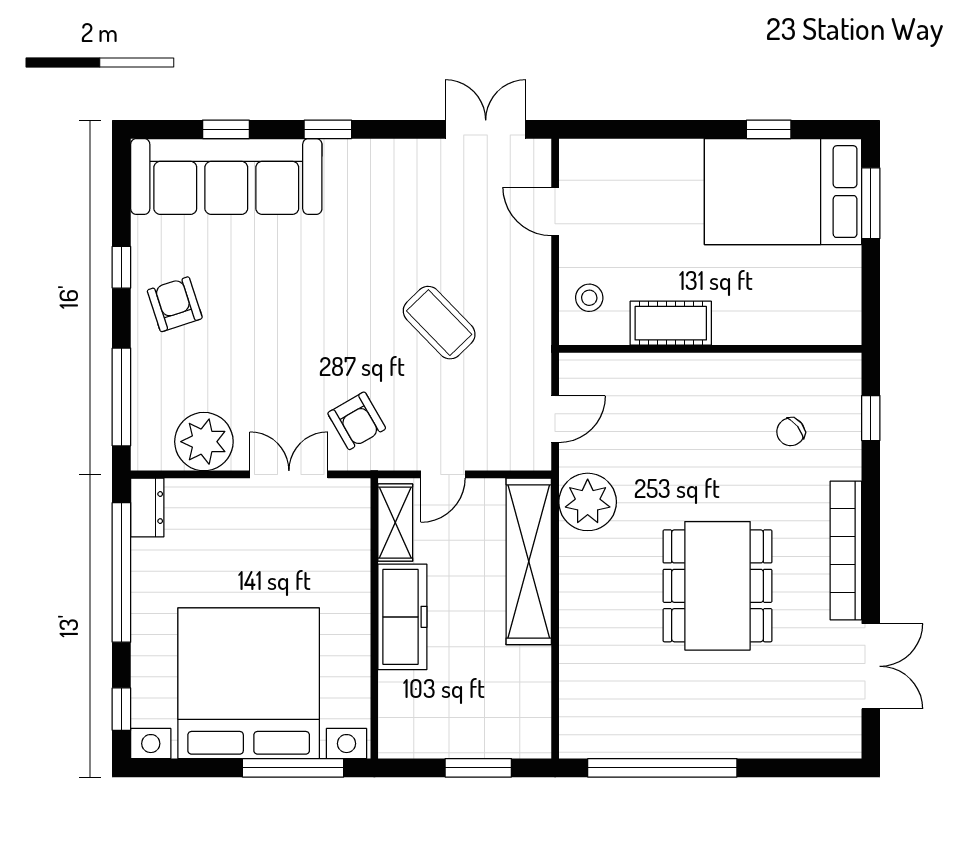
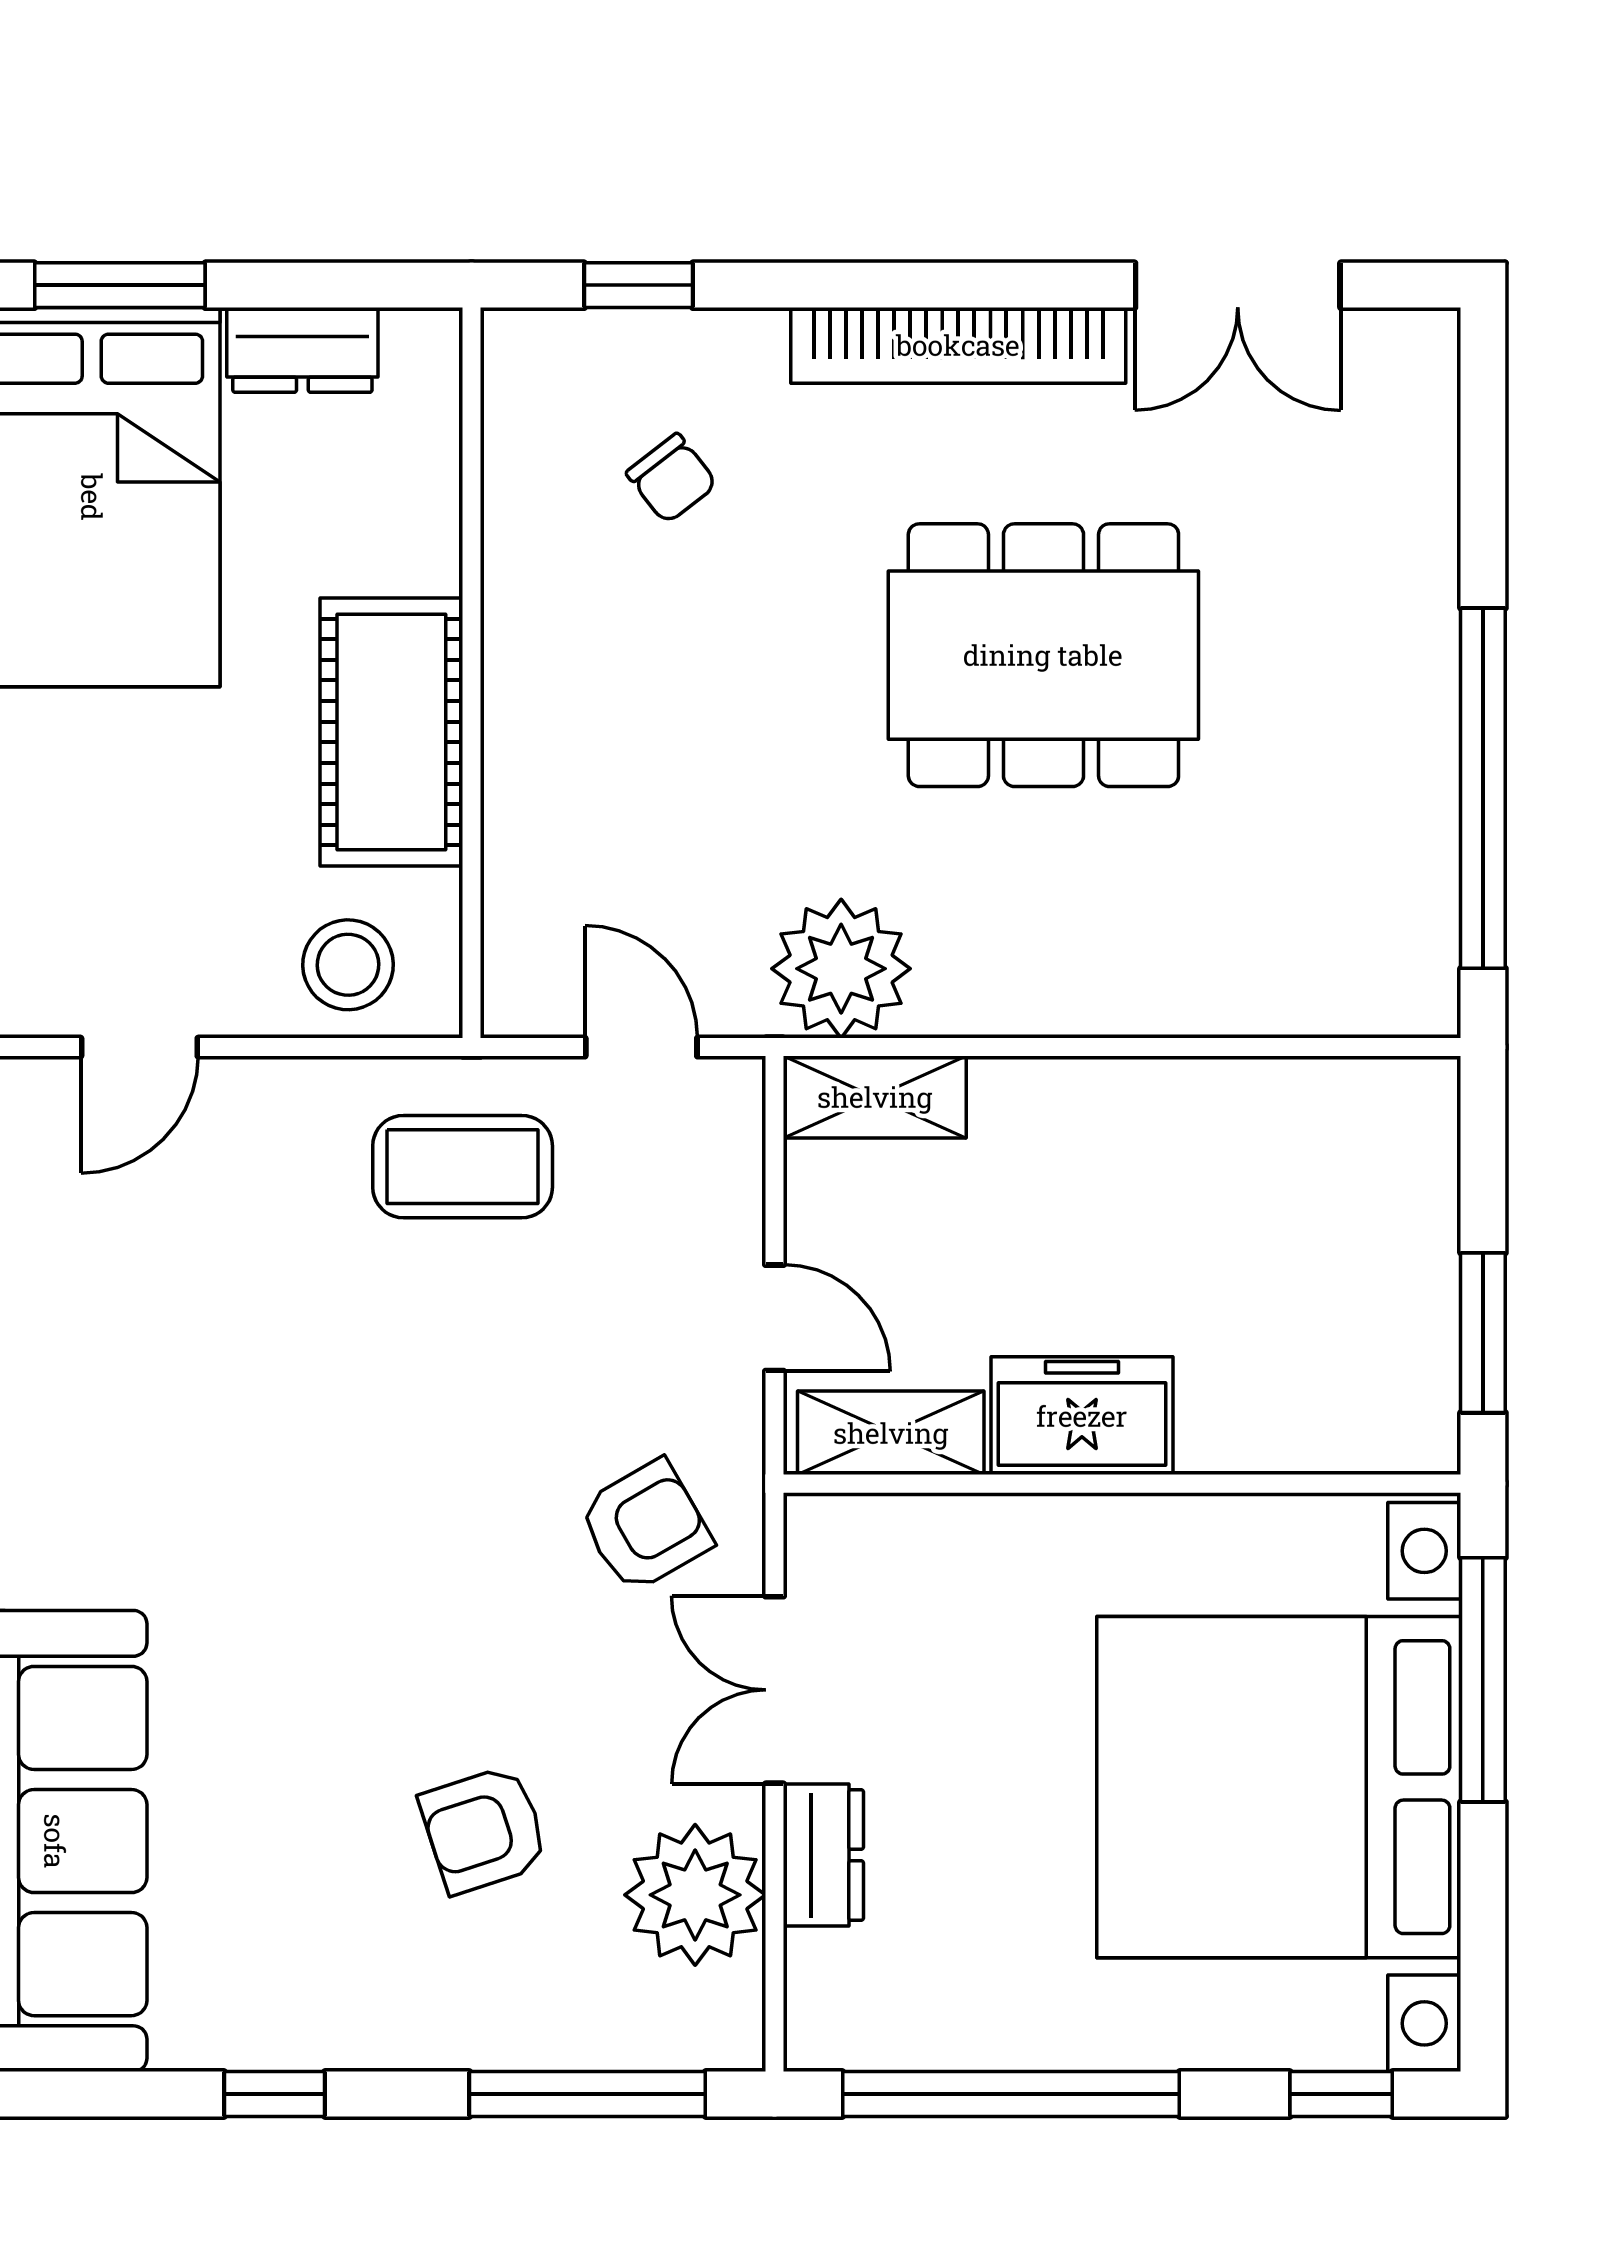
dresser: (844, 279) -> (302, 350), added
stool: (589, 298) -> (348, 965), width x1.37, depth x1.37
armchair: (175, 304) -> (484, 1830), moved
coffee table: (439, 323) -> (463, 1167), moved, turned 44
cot: (671, 323) -> (391, 732), width x1.37, depth x1.34
dresser: (147, 508) -> (823, 1855), moved, turned 90
shelving: (529, 561) -> (875, 1097), width x0.45, depth x0.75
freezer: (402, 617) -> (1082, 1416), width x0.71
double door: (871, 666) -> (1238, 285), swing flipped
window: (478, 768) -> (1483, 1333), moved

